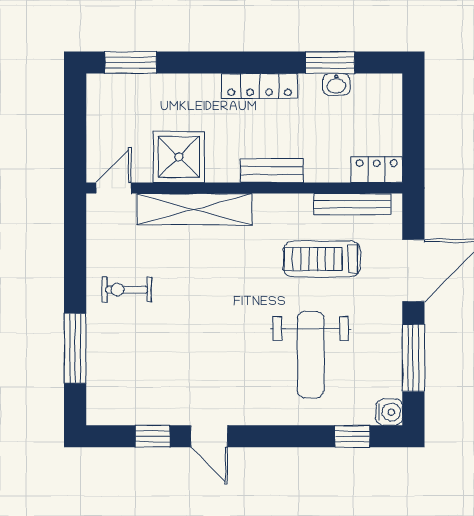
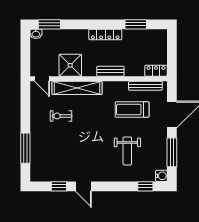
washbasin: (336, 84) -> (36, 34), moved
door: (114, 188) -> (42, 79), swing flipped
exercise bike: (127, 290) -> (61, 116), moved
weight bench: (311, 355) -> (127, 151), width x0.73, depth x0.75

